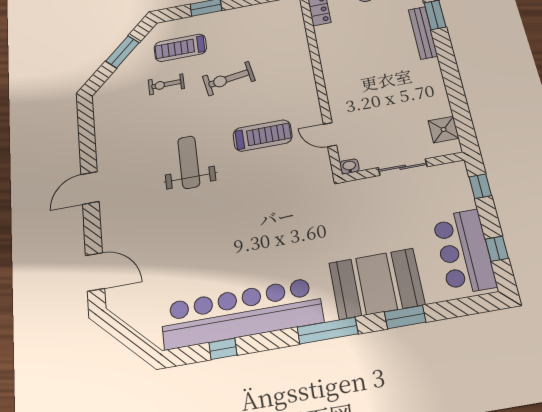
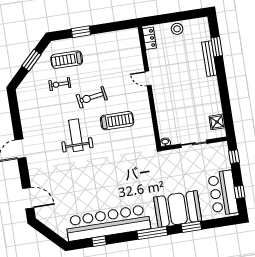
exercise bike: (229, 79) -> (92, 97), moved
door: (330, 135) -> (148, 78), moved

